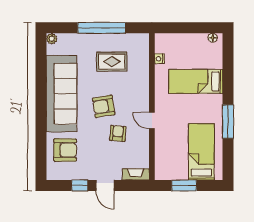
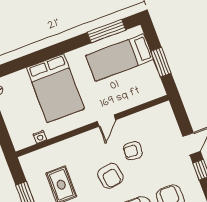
bed: (196, 81) -> (55, 88), width x1.50
window: (228, 122) -> (106, 31), moved
fireplace: (136, 174) -> (168, 116), removed

